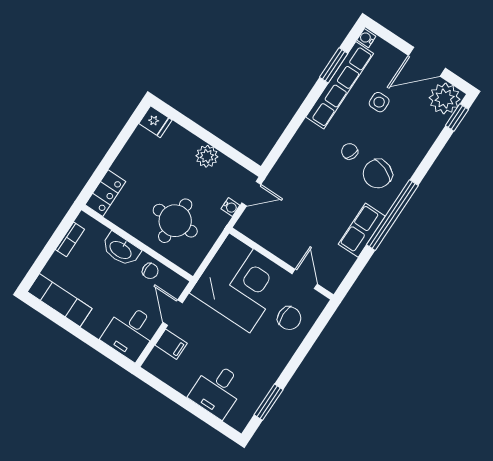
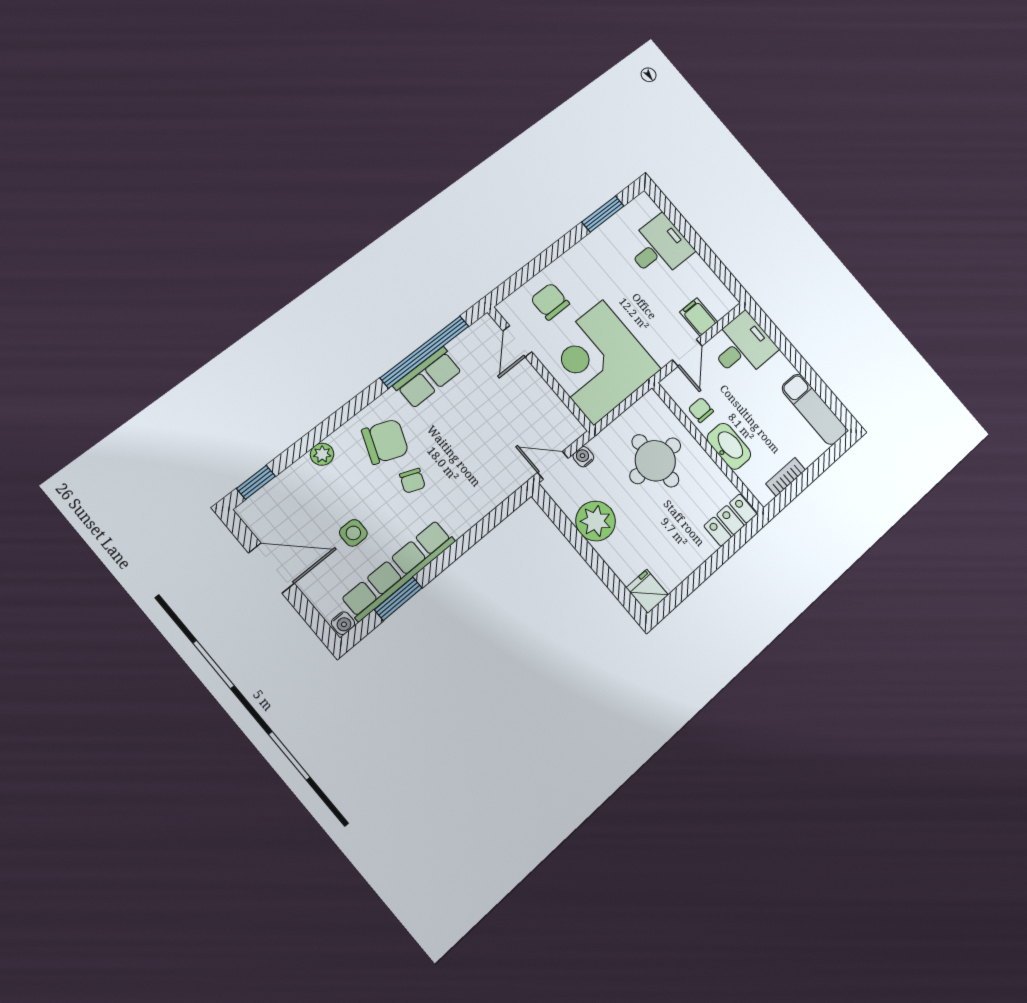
plant: (445, 98) -> (322, 454), moved, width x0.53, depth x0.53
plant: (207, 156) -> (596, 521), width x1.36, depth x1.36
window: (392, 215) -> (425, 352), moved

